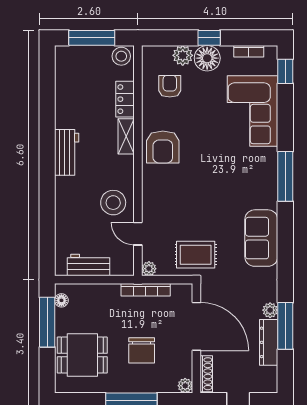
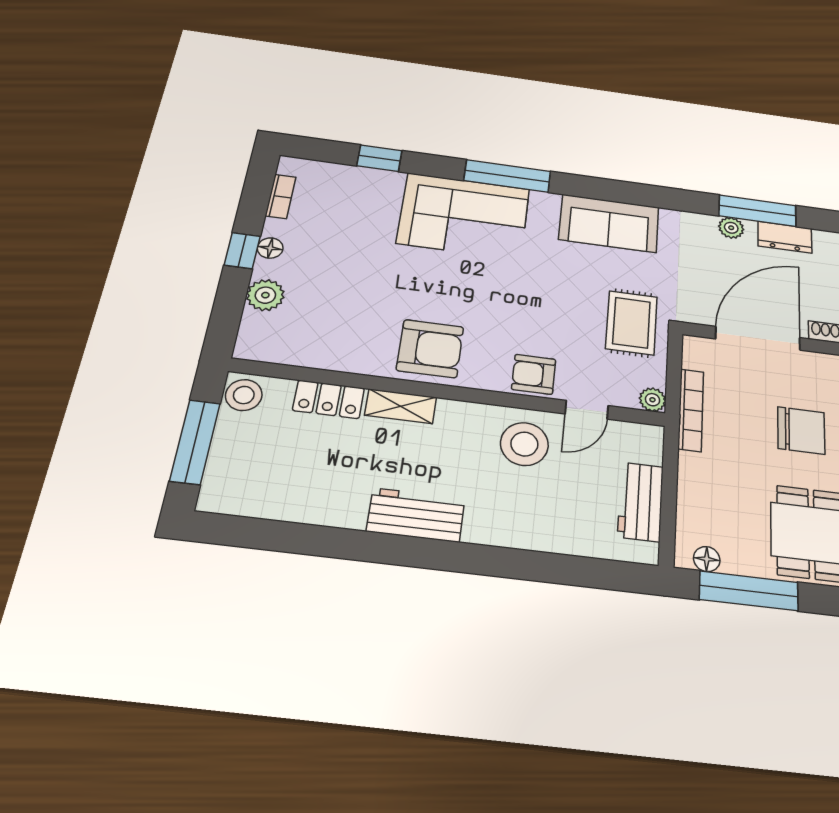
floor lamp: (207, 58) -> (270, 248), width x0.53, depth x0.53
window: (285, 71) -> (379, 158), moved
armchair: (170, 86) -> (534, 374), moved
corner sofa: (252, 111) -> (464, 216), moved
dresser: (269, 342) -> (785, 237), width x0.70

